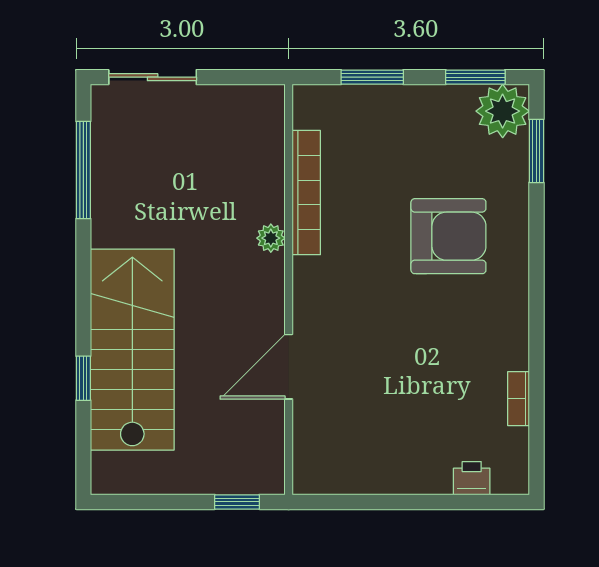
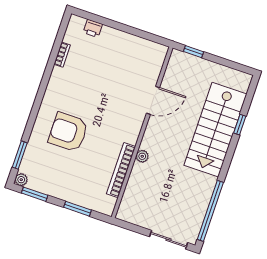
plant: (503, 111) -> (21, 180), width x0.53, depth x0.53
window: (83, 170) -> (210, 211), width x1.46

